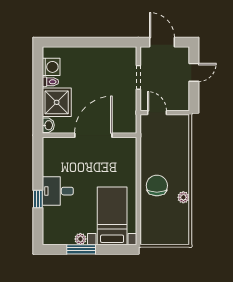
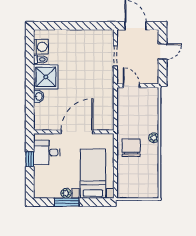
wall: (89, 135) -> (74, 132), moved
door: (93, 135) -> (77, 132), moved
plant: (183, 197) -> (154, 138), moved

